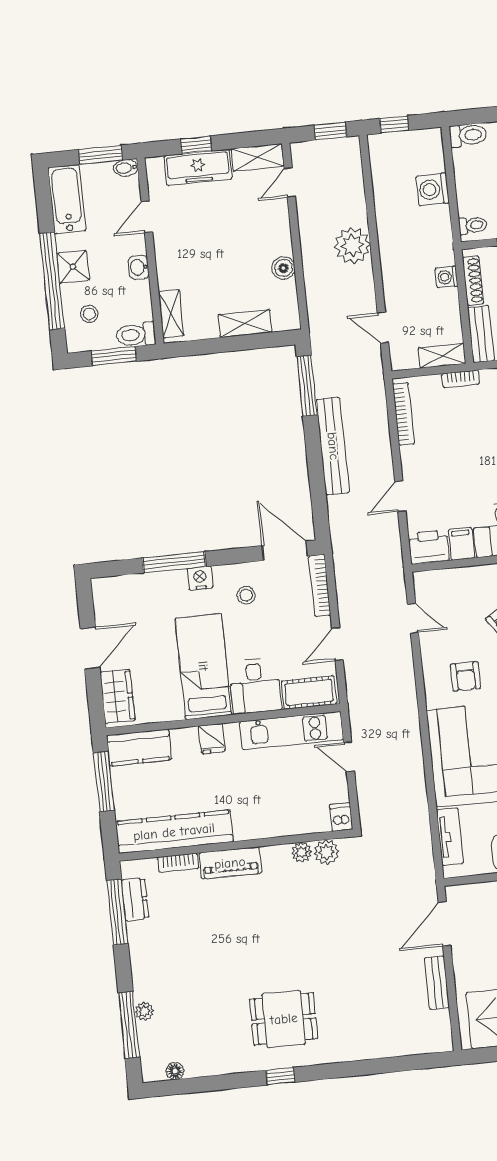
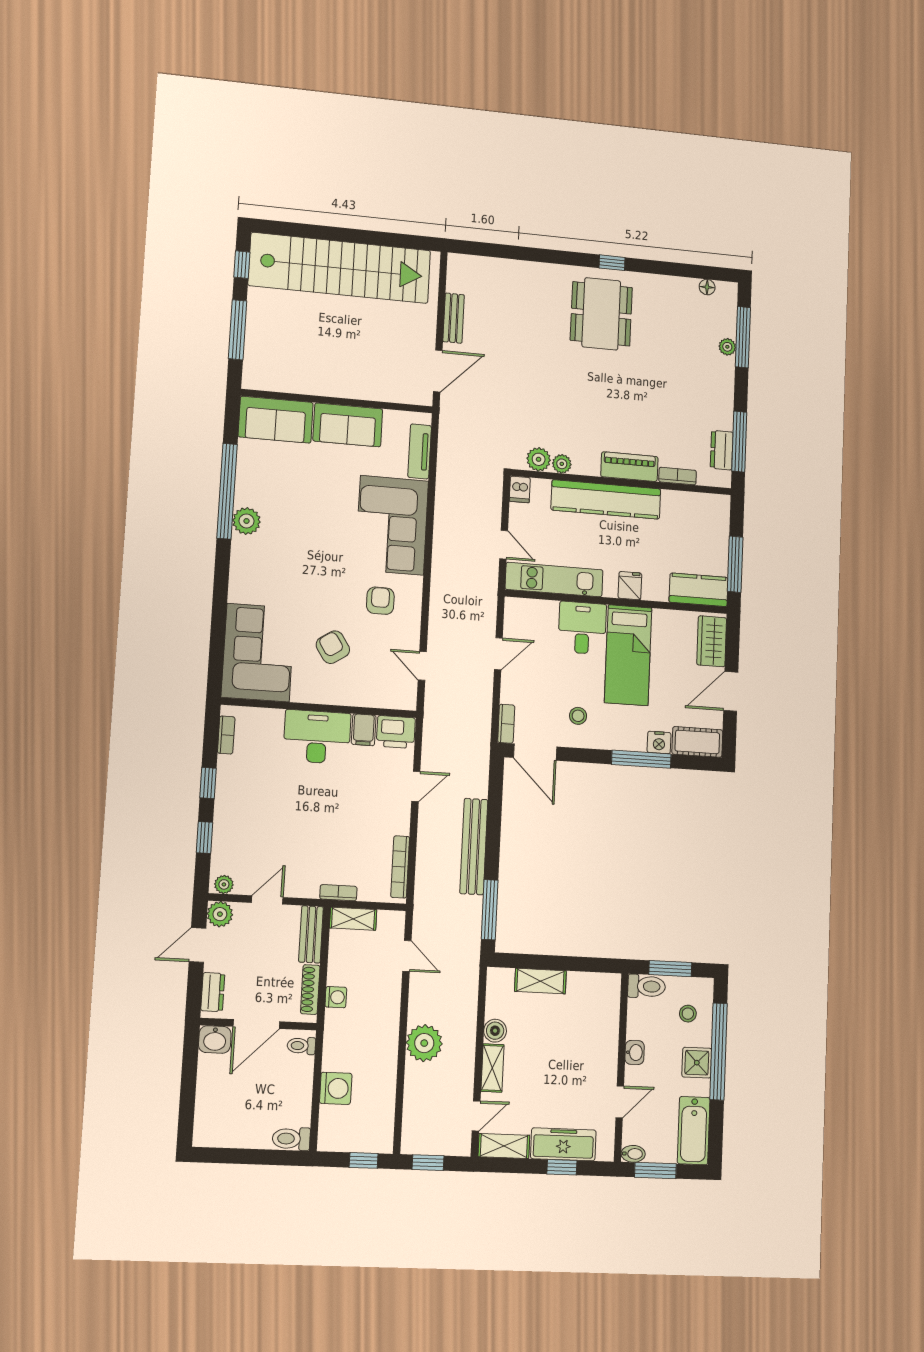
shelving: (171, 314) -> (492, 1068), moved
nightstand: (200, 578) -> (659, 743), moved
bookcase: (320, 585) -> (506, 724), width x0.64
cot: (309, 692) -> (697, 742), moved
kitchen counter: (174, 832) -> (606, 499), moved
dining table: (284, 1019) -> (601, 314), width x1.37

